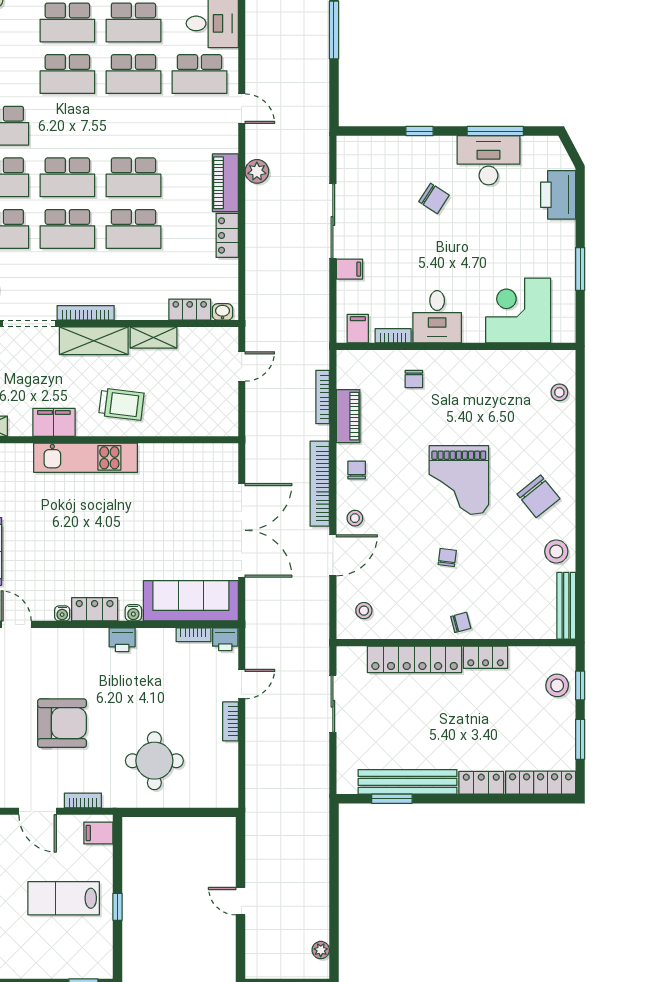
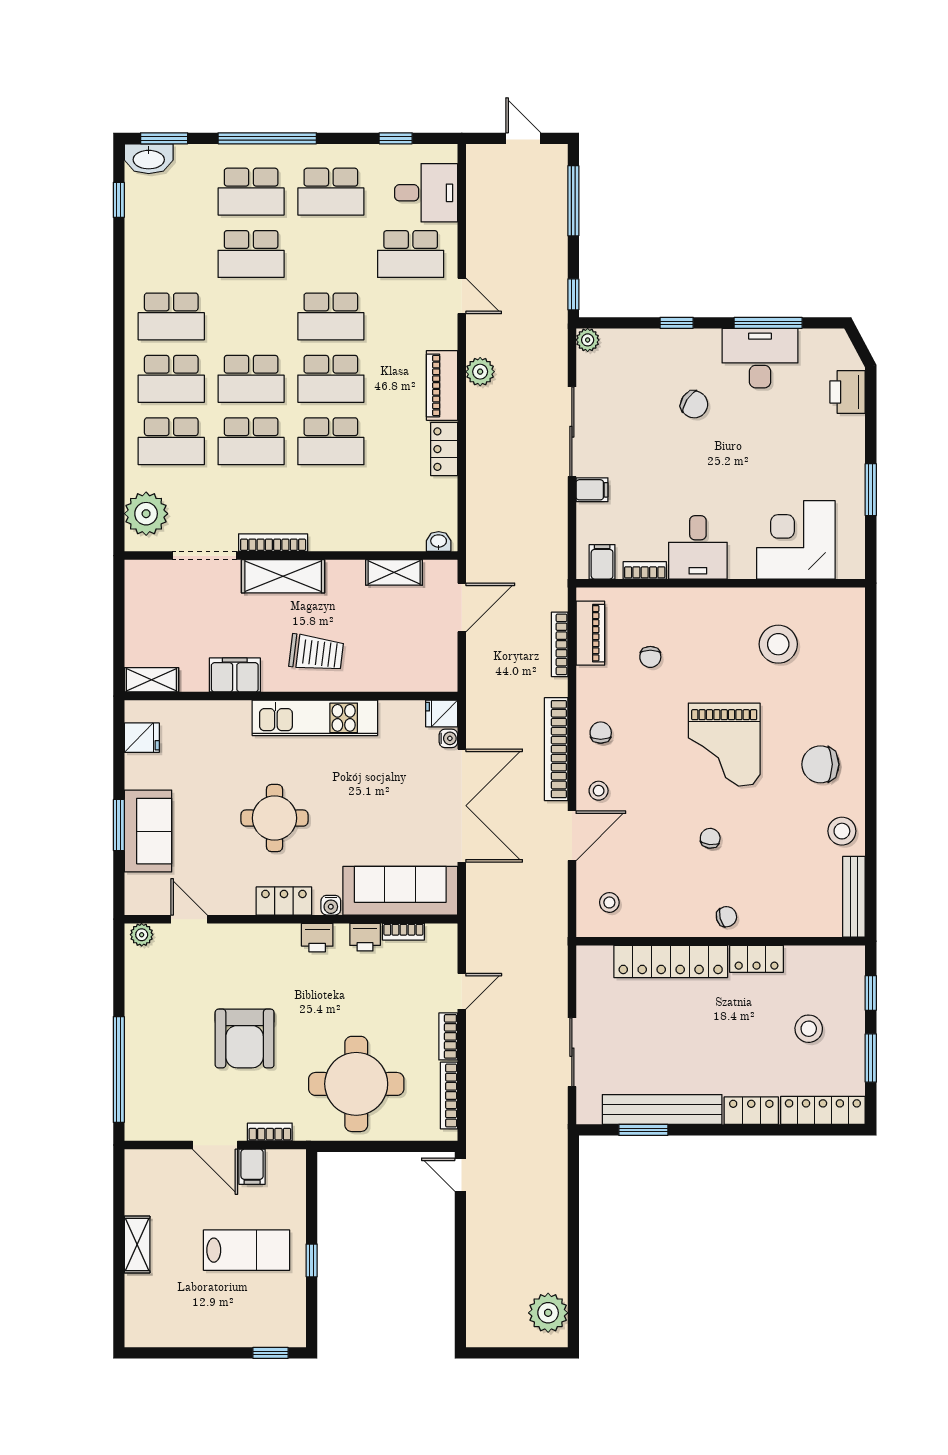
school desk: (133, 74) -> (331, 316), moved
window: (334, 107) -> (573, 294), added
plant: (346, 145) -> (588, 340), added
printer: (558, 195) -> (848, 392), width x0.73, depth x0.84
locker: (190, 310) -> (399, 539), removed
shelving: (153, 338) -> (394, 572), moved
door: (242, 367) -> (462, 608), width x1.38
chair: (414, 379) -> (650, 657), moved
stool: (559, 392) -> (778, 644), moved, width x1.89, depth x1.89
piano: (348, 416) -> (590, 633), moved
fridge: (225, 454) -> (442, 714), added
kitchen unit: (86, 458) -> (315, 718), moved
chair: (538, 496) -> (820, 764), turned 129
round table: (87, 541) -> (275, 818), added
water cooler: (62, 613) -> (448, 738), moved, turned -90
printer: (225, 639) -> (365, 937), moved
stool: (557, 685) -> (809, 1029), moved
sliding door: (333, 704) -> (572, 1052), moved
armchair: (62, 723) -> (245, 1038), turned 90
round table: (154, 761) -> (356, 1084), width x1.36, depth x1.36
bookcase: (231, 770) -> (449, 1096), added
filing cabinet: (98, 833) -> (252, 1167), moved, turned -90
lab bench: (64, 898) -> (247, 1250), turned 180
door: (241, 901) -> (460, 1175), moved
plant: (321, 950) -> (548, 1313), width x1.88, depth x1.88

